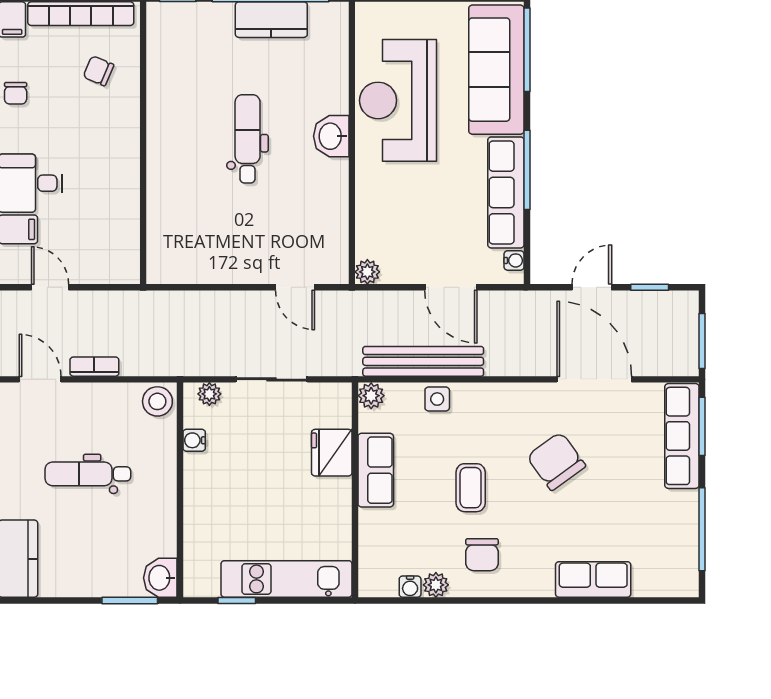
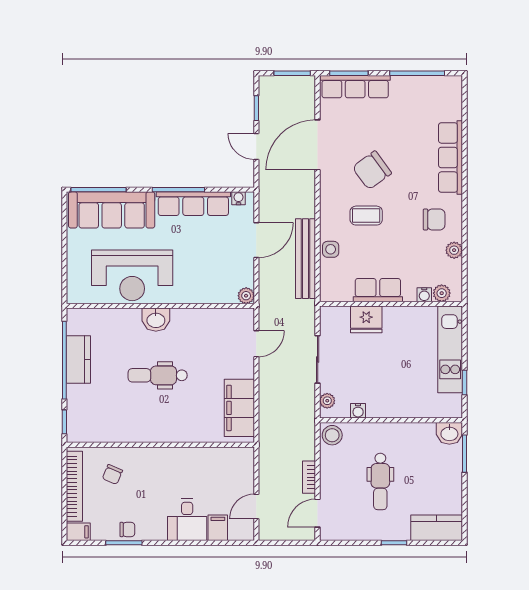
filing cabinet: (198, 262) -> (239, 408), added
plant: (371, 396) -> (442, 293), moved
coffee table: (471, 488) -> (366, 216), moved
row of seats: (593, 579) -> (451, 157), width x1.48
water cooler: (410, 587) -> (424, 295), moved, turned 90

